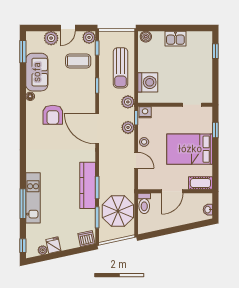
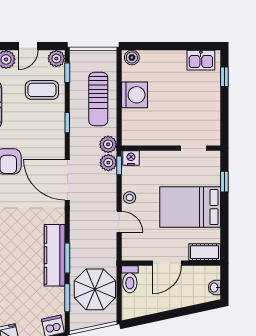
kitchen sink: (175, 39) -> (201, 60), moved
washing machine: (148, 82) -> (134, 95), moved
plant: (128, 127) -> (108, 163), moved

